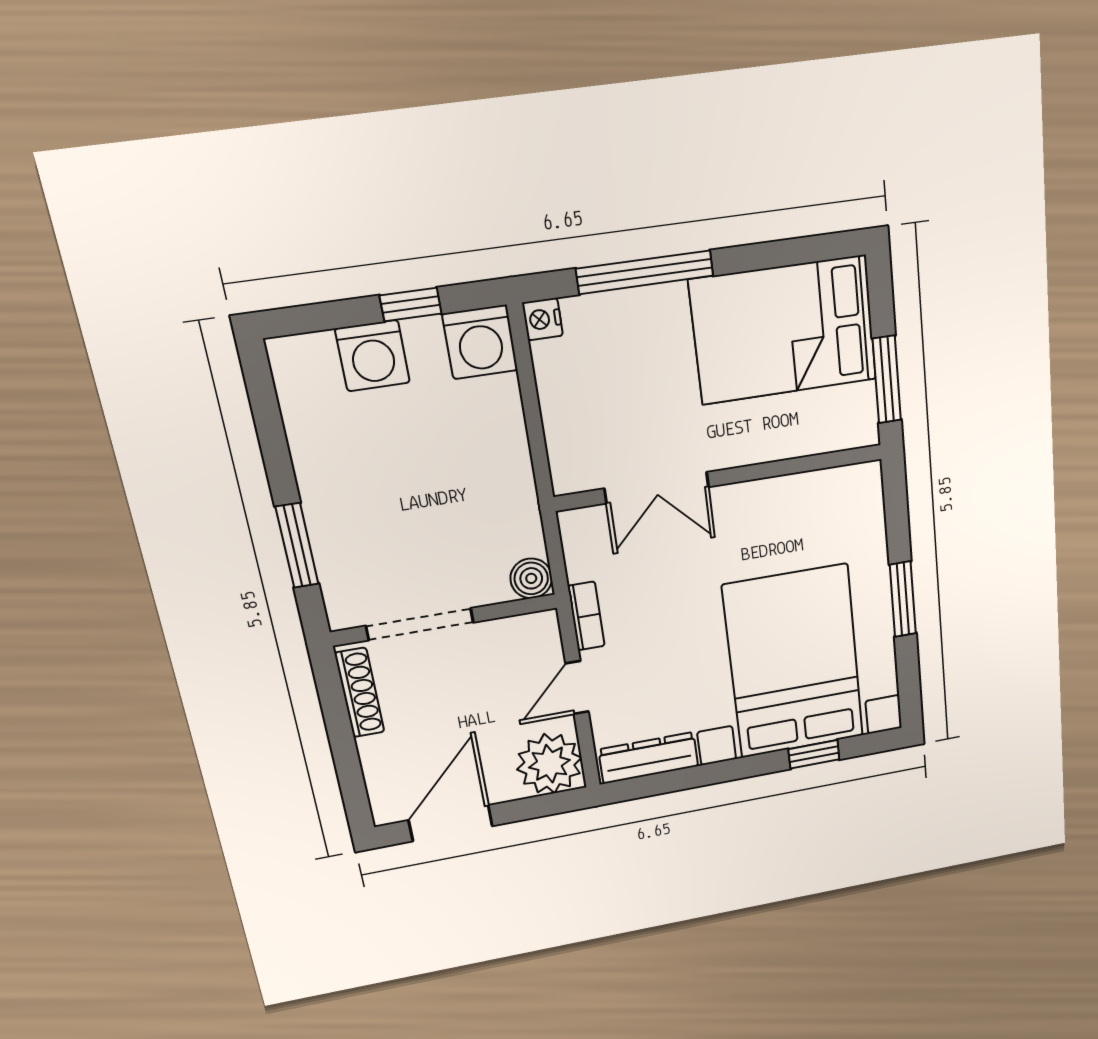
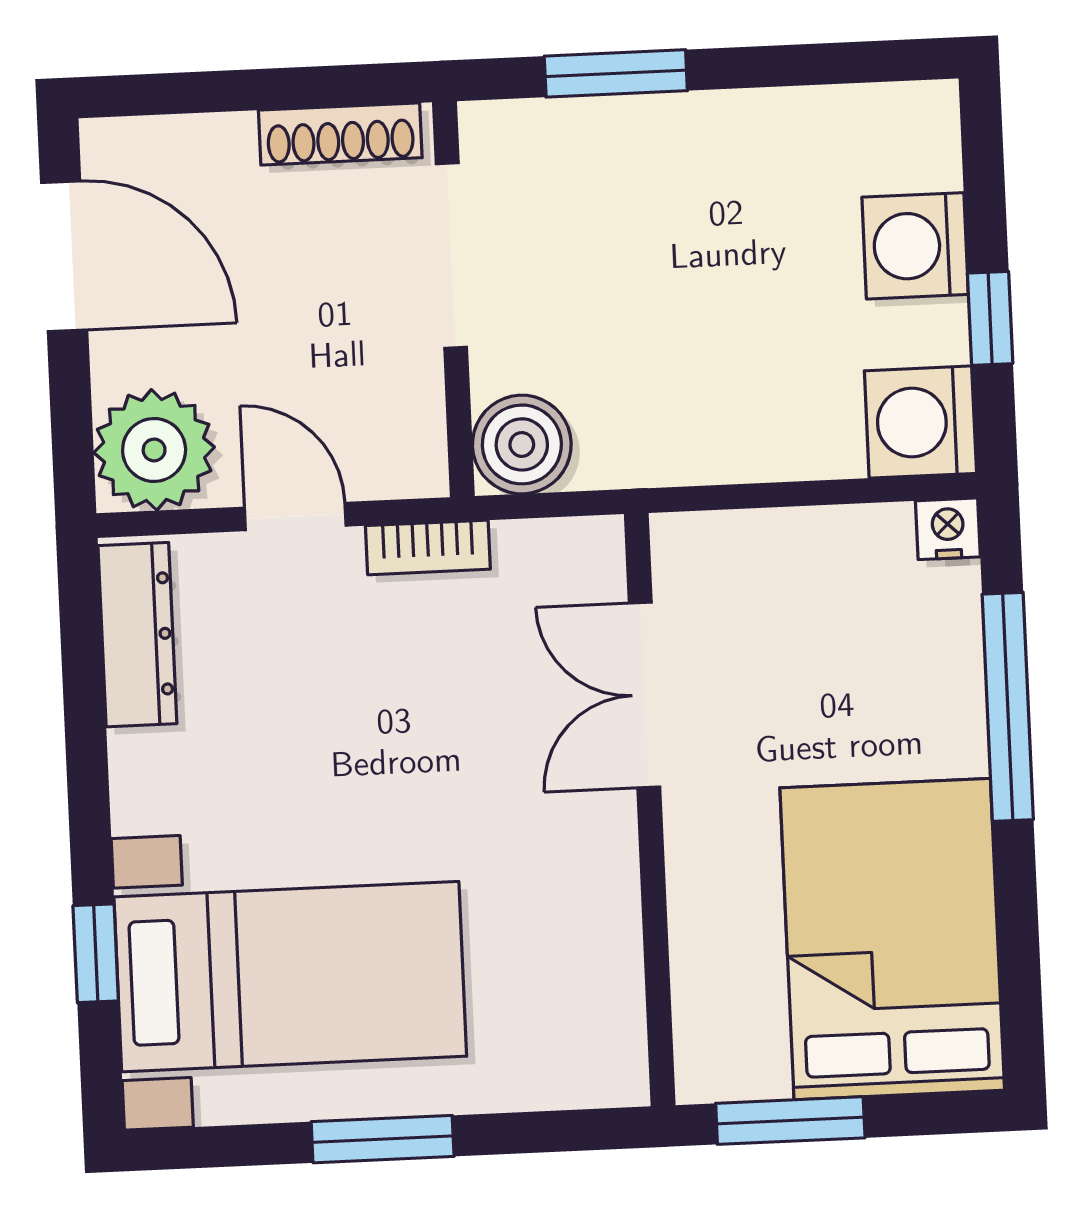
boiler: (531, 578) -> (522, 444), width x1.36, depth x1.36
bed with nightstands: (794, 662) -> (290, 977), width x0.73

